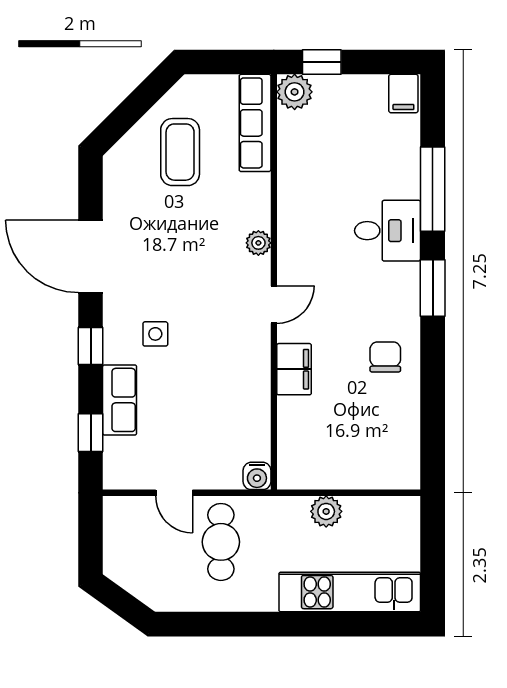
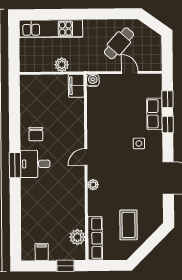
plant: (295, 92) -> (77, 237), moved
filing cabinet: (403, 94) -> (42, 252), moved
window: (433, 189) -> (15, 209), removed
desk: (388, 231) -> (35, 164), moved
window: (91, 346) -> (168, 125), moved
filing cabinet: (294, 369) -> (76, 86), moved
cafe table: (221, 542) -> (119, 43), moved, turned 42

